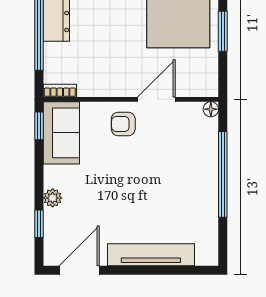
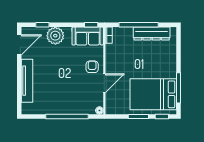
door: (156, 99) -> (104, 83), hinge flipped
plant: (53, 198) -> (55, 36), width x1.88, depth x1.88
door: (79, 270) -> (19, 45), hinge flipped

